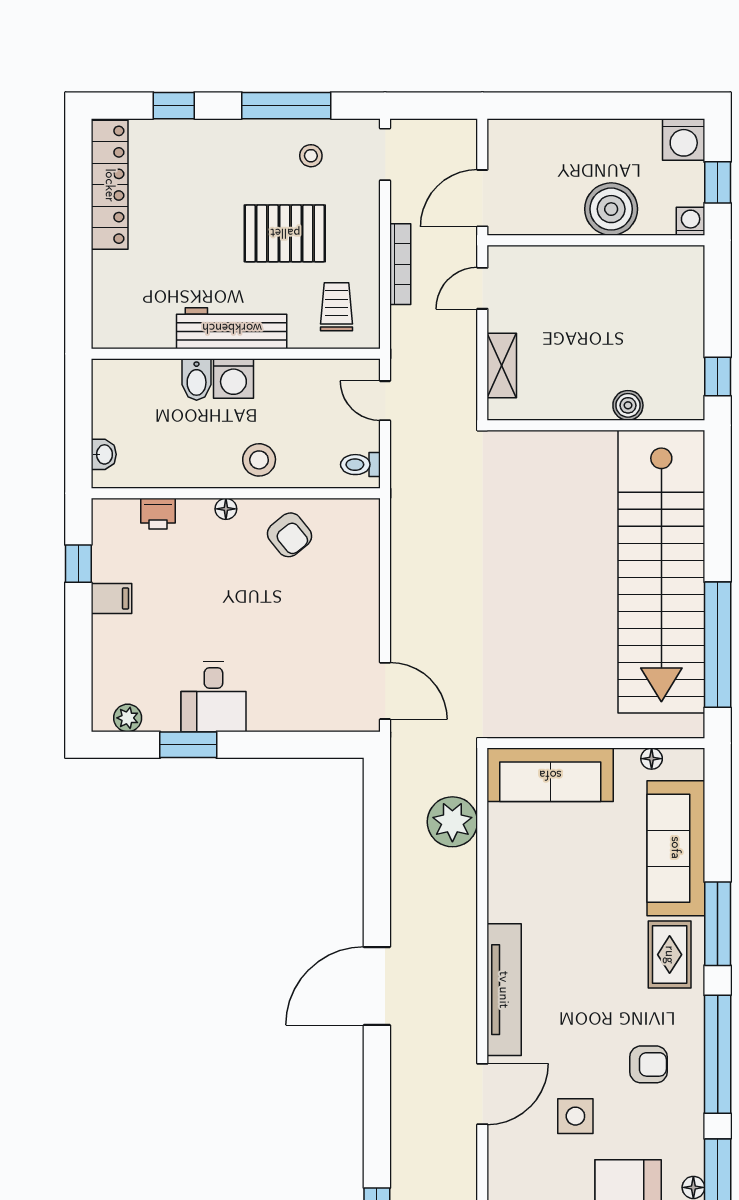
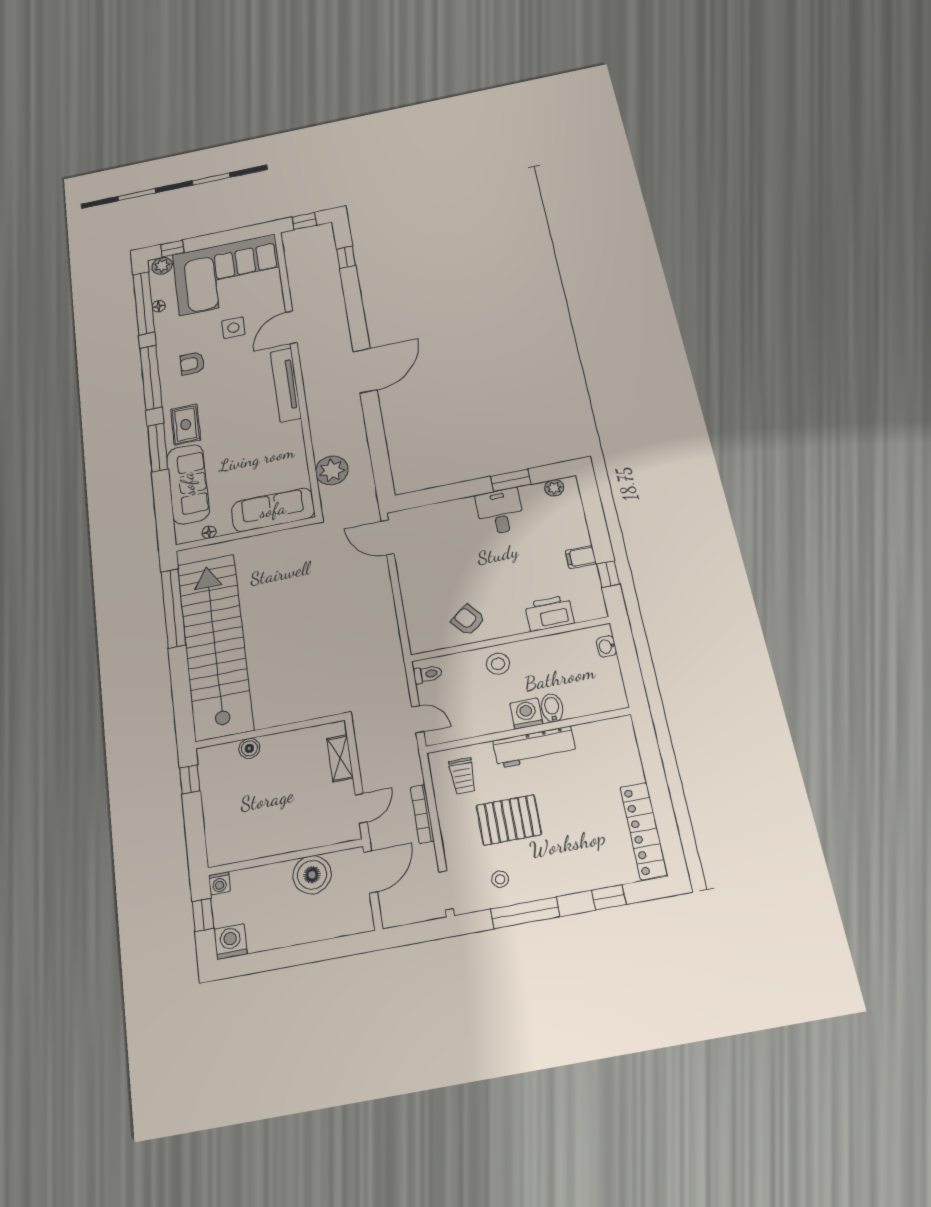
boiler: (611, 209) -> (312, 875), moved
floor lamp: (226, 509) -> (515, 628), removed
printer: (158, 514) -> (549, 613), width x1.87, depth x1.48

